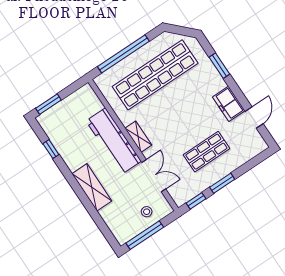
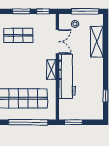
window: (48, 104) -> (73, 122), moved
double door: (154, 176) -> (57, 42), swing flipped
shelving: (92, 187) -> (97, 42), moved

